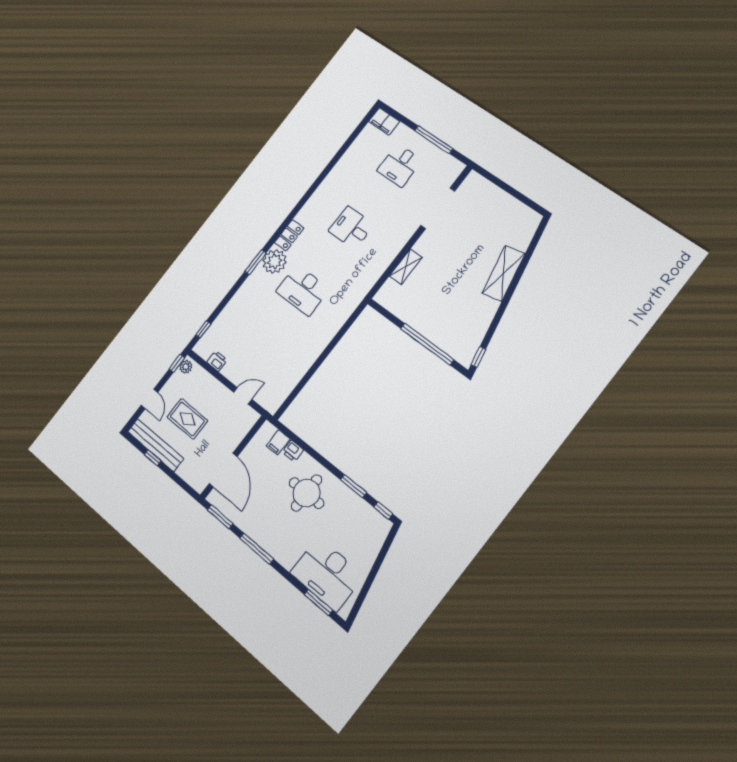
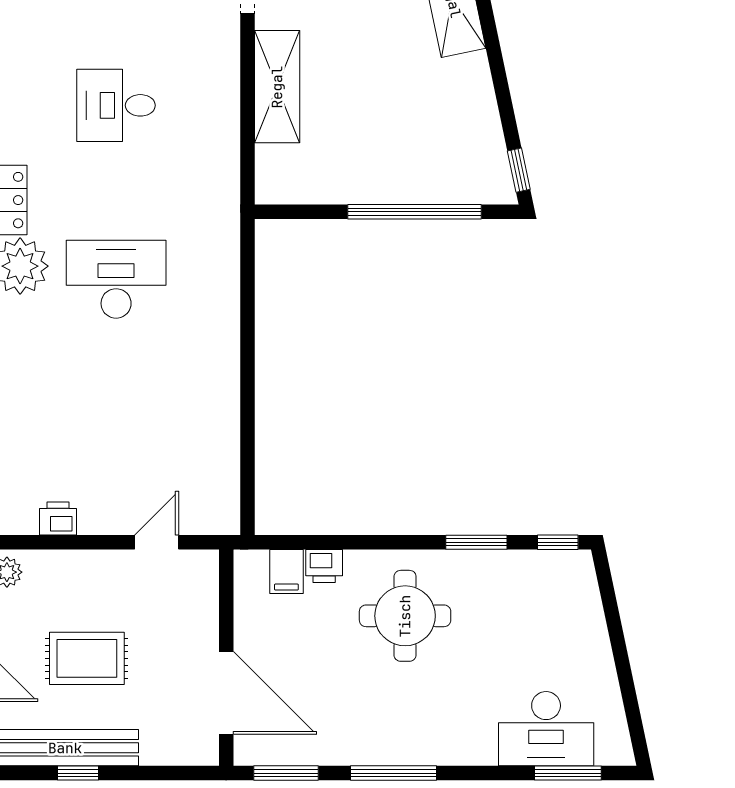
shelving: (406, 267) -> (277, 87), width x1.50, depth x1.33
desk: (303, 290) -> (116, 279), turned 180
desk: (327, 574) -> (546, 729), width x0.73, depth x0.77

